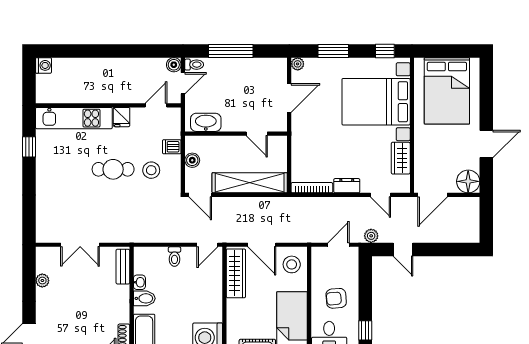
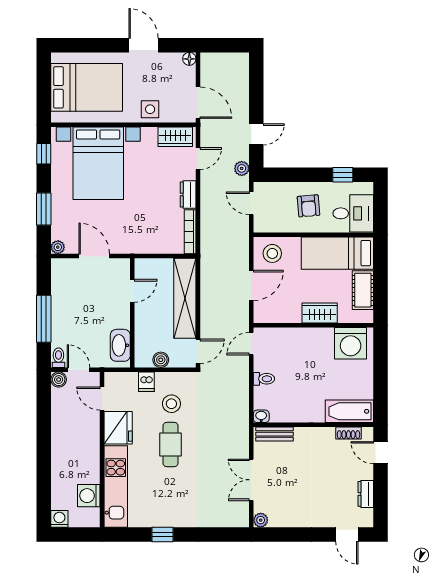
washing machine: (65, 93) -> (89, 496), added
fridge: (122, 117) -> (118, 428), width x1.88, depth x1.34
window: (29, 147) -> (163, 534), moved
side table: (427, 150) -> (150, 109), added
wardrobe: (401, 158) -> (175, 137), moved
floor lamp: (468, 181) -> (189, 59), width x0.53, depth x0.53
double door: (80, 245) -> (251, 480), swing flipped
door: (207, 245) -> (251, 344), swing flipped
wardrobe: (236, 273) -> (320, 313), moved, width x0.67
plant: (42, 281) -> (261, 520), moved
washbasin: (139, 282) -> (261, 416), moved
bidet: (144, 298) -> (309, 411), removed

